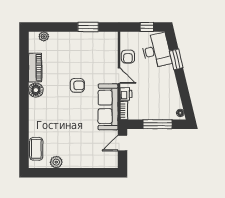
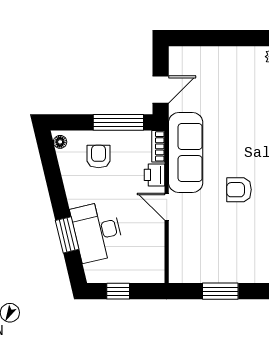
desk: (156, 51) -> (97, 231), moved
armchair: (128, 57) -> (99, 157), moved
window: (157, 124) -> (118, 122), moved

